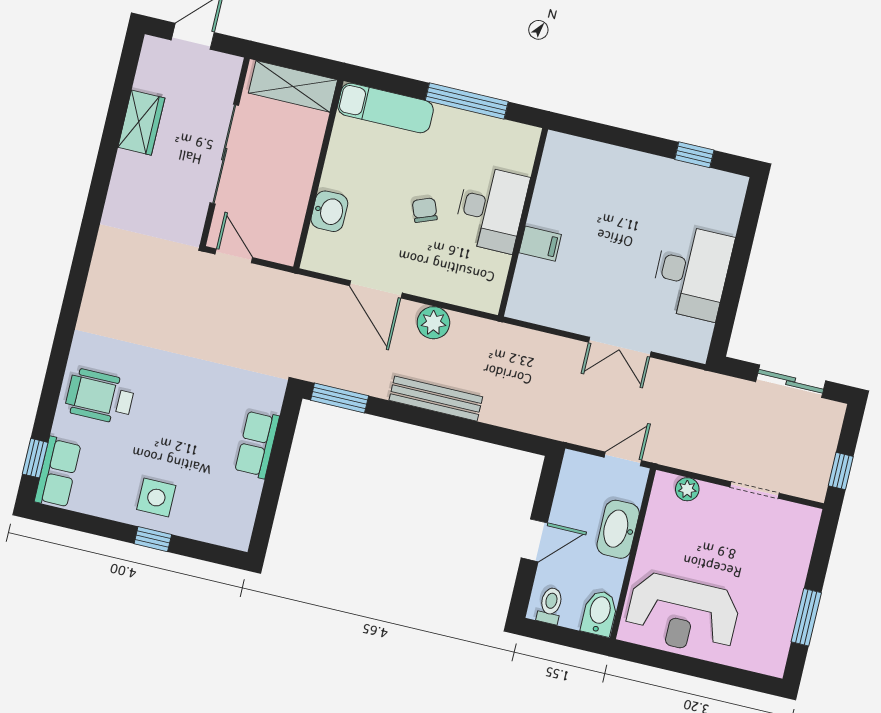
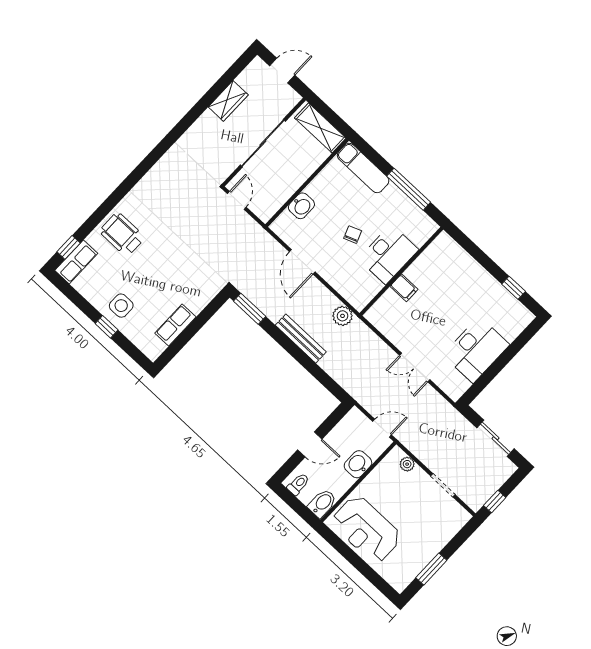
plant: (433, 323) -> (342, 316), moved
row of seats: (257, 444) -> (175, 325), moved
washbasin: (618, 529) -> (358, 464), width x0.72

